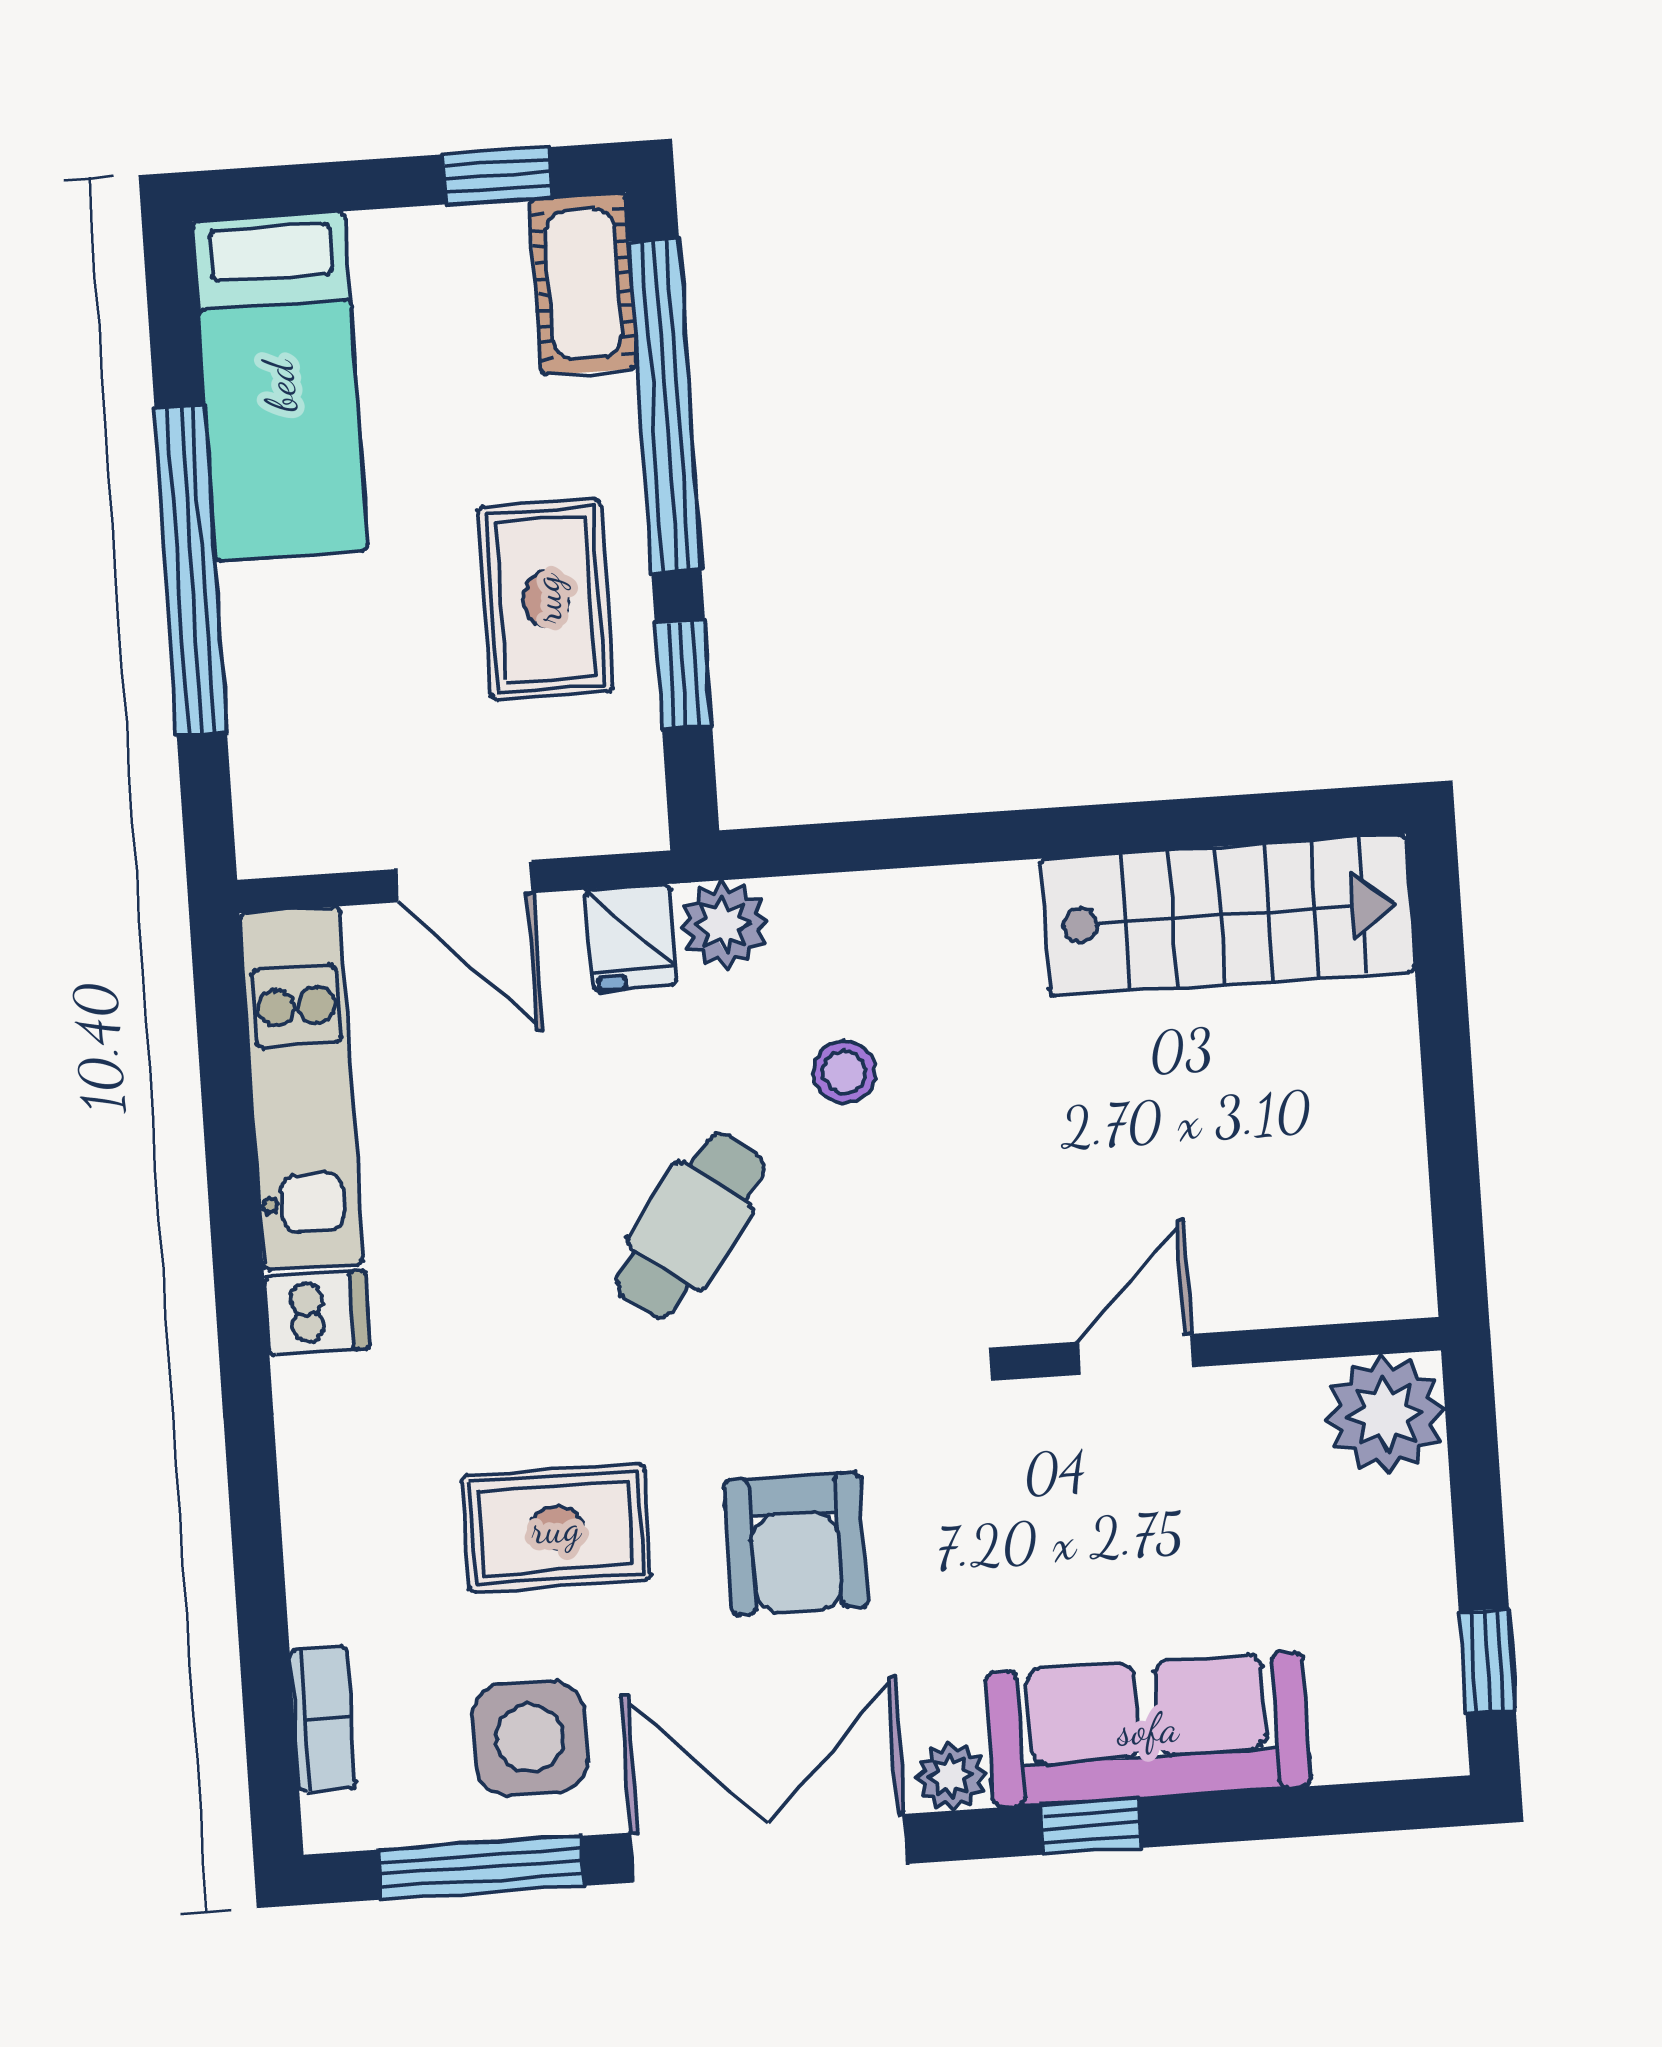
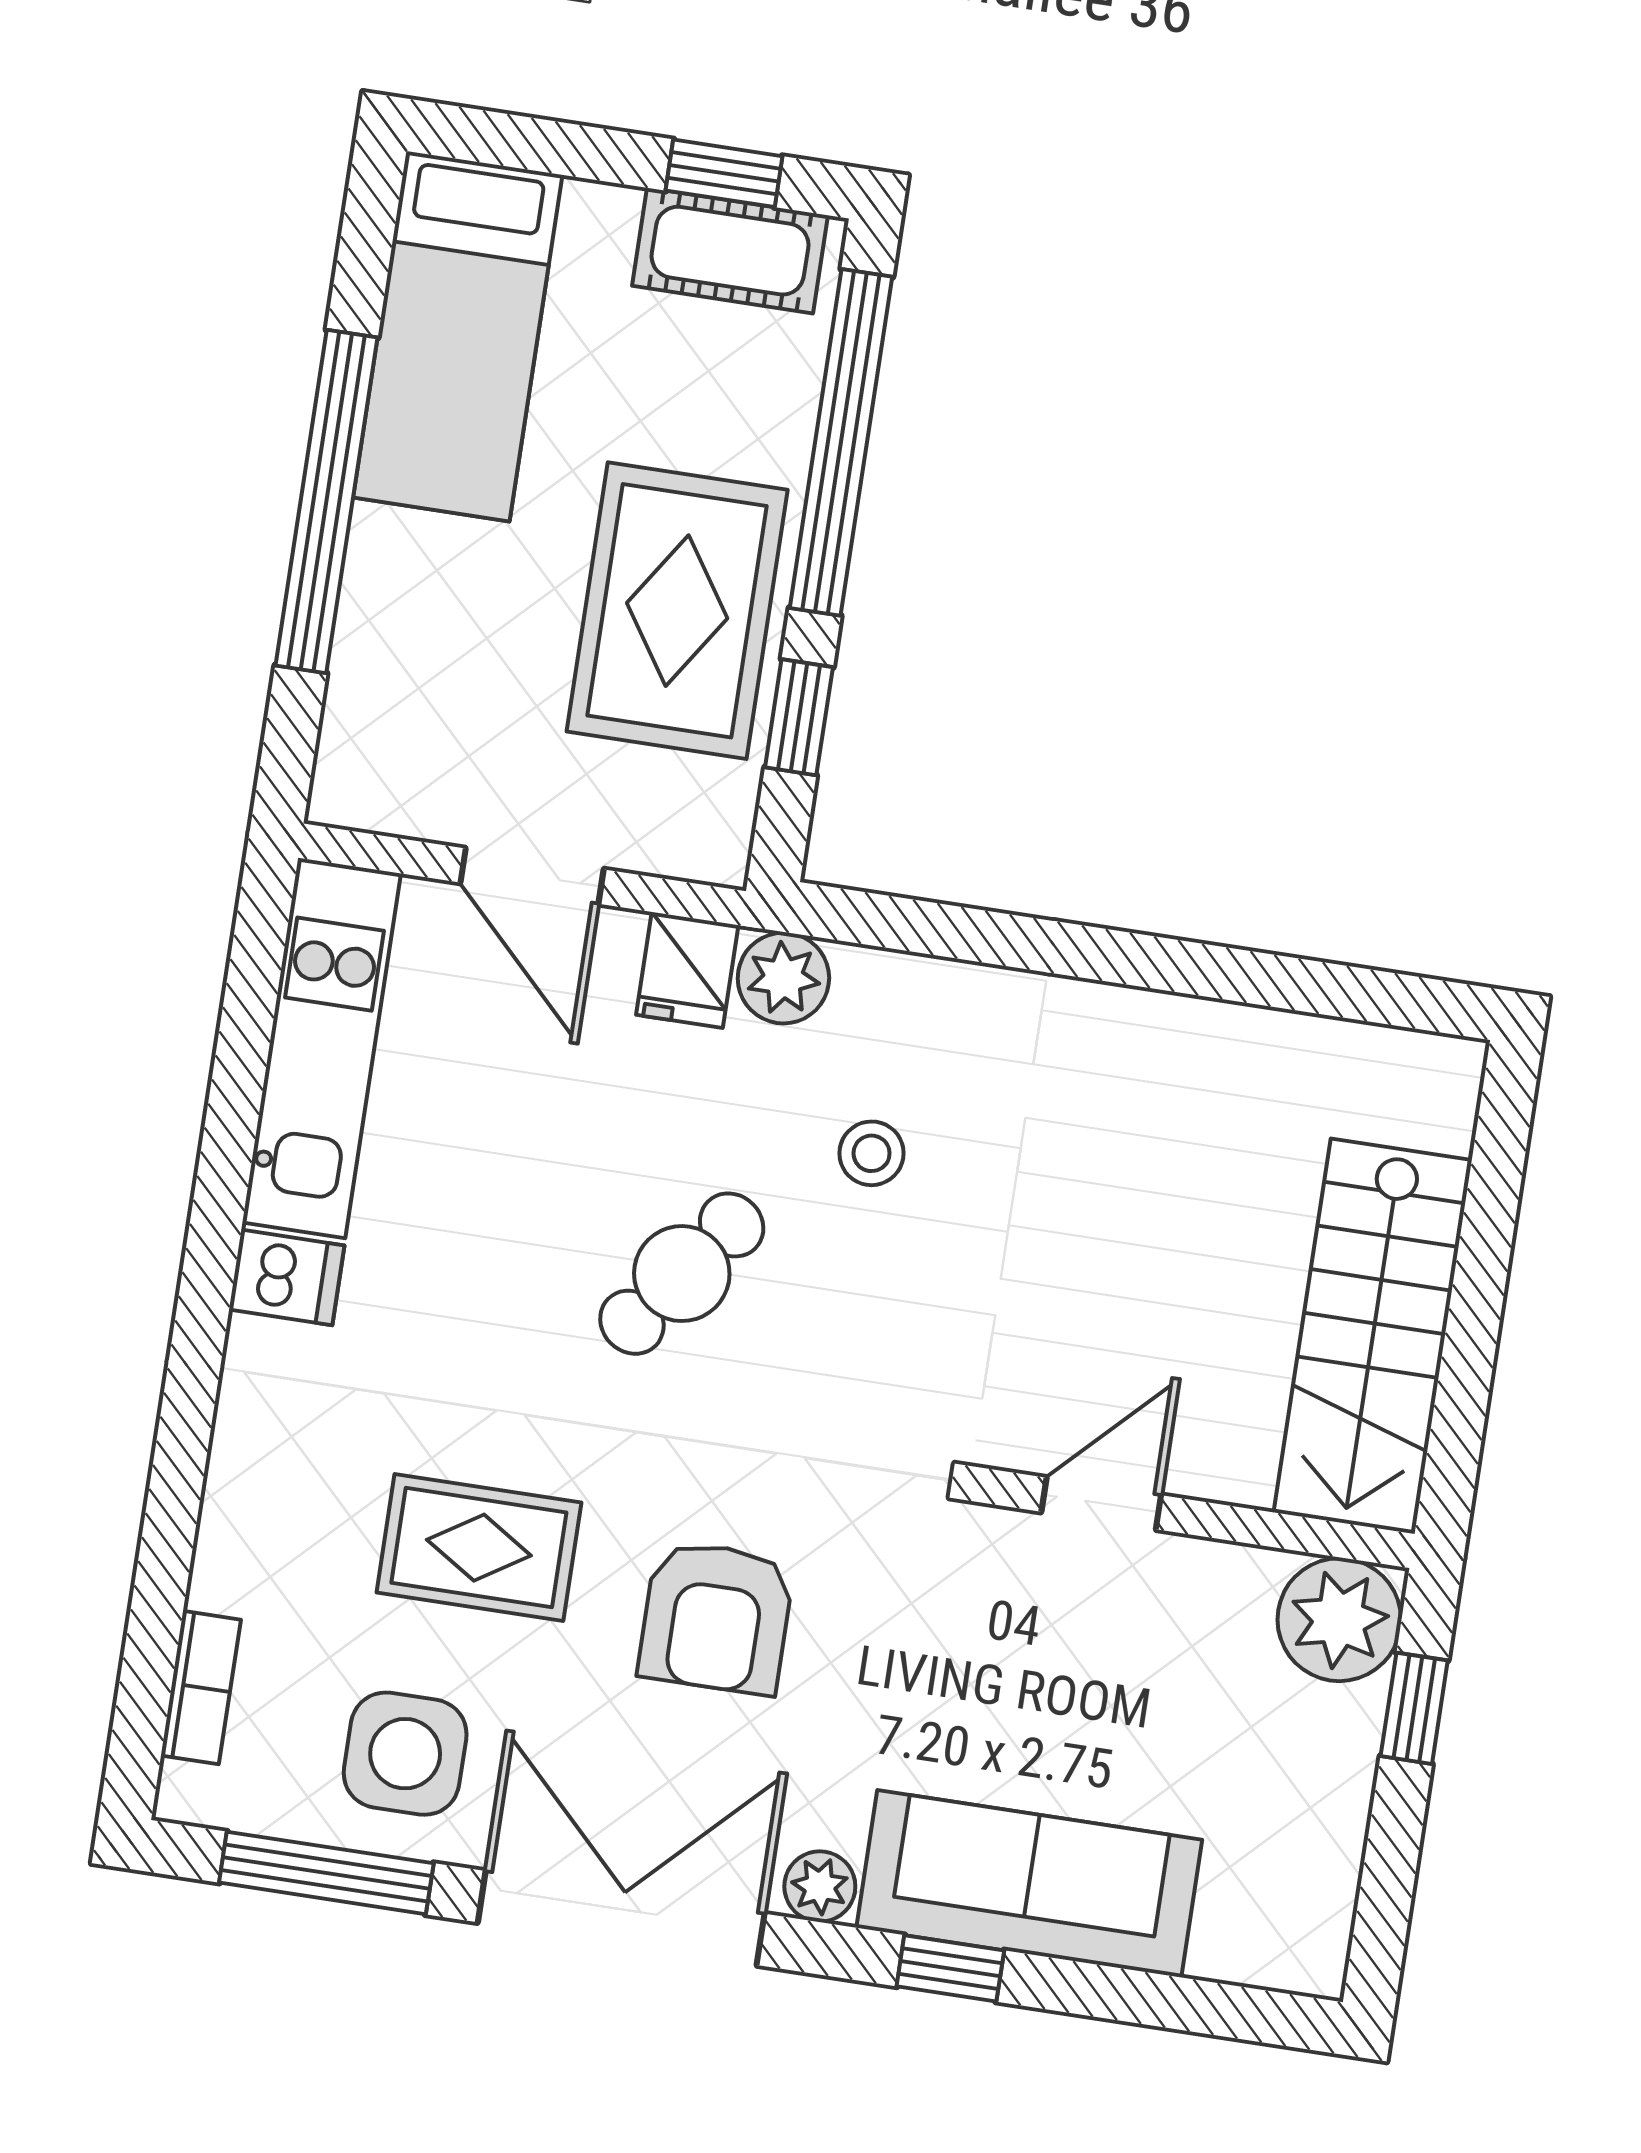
cot: (583, 284) -> (730, 251), moved, turned 90
rug: (546, 599) -> (677, 611), width x1.36, depth x1.43
stairs: (1227, 915) -> (1373, 1336), moved, turned 90
window: (1487, 1661) -> (1414, 1708), moved

